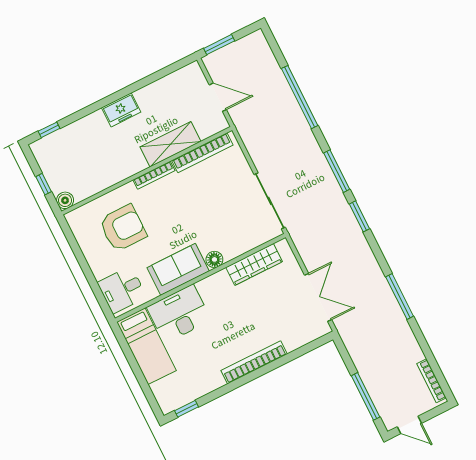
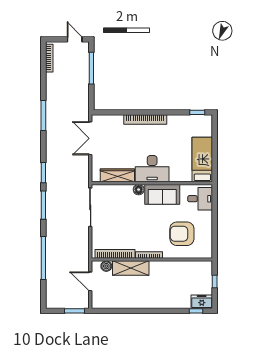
freezer: (121, 110) -> (202, 302), moved
boiler: (65, 200) -> (106, 266), moved
desk: (179, 314) -> (152, 169), moved

